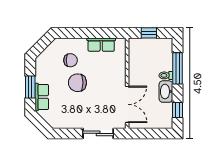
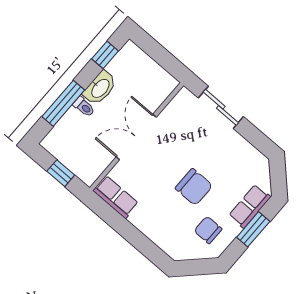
row of seats: (101, 45) -> (116, 197), moved
chair: (70, 60) -> (208, 230), moved
double door: (127, 104) -> (136, 137), moved

